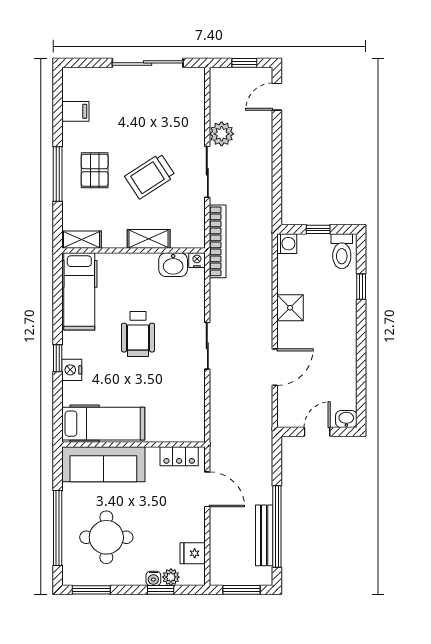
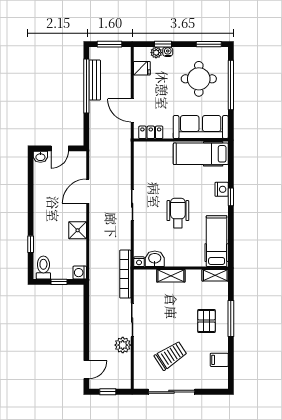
trolley: (150, 176) -> (171, 356), moved

